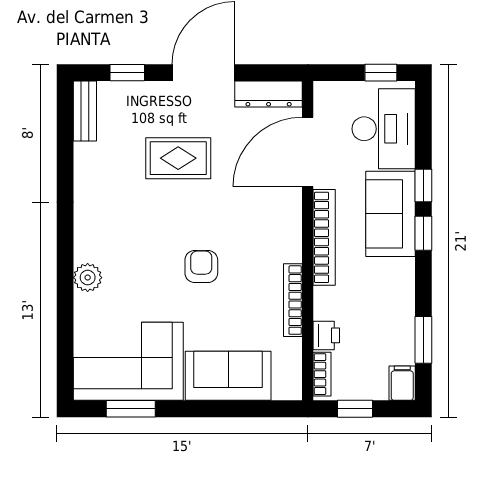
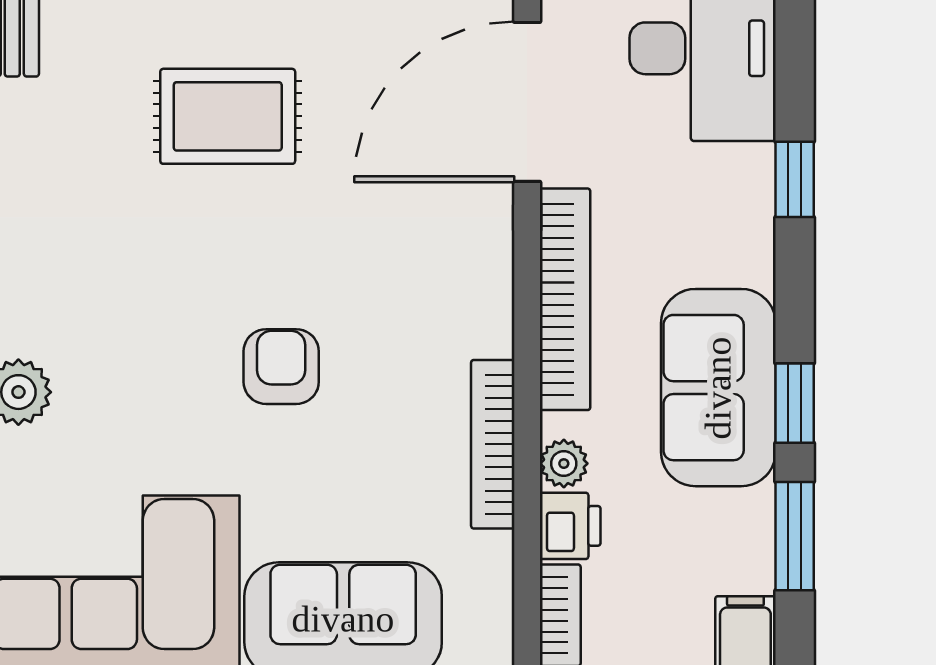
sofa: (390, 214) -> (718, 388), moved
window: (423, 233) -> (795, 403), moved
plant: (324, 308) -> (564, 464), added

